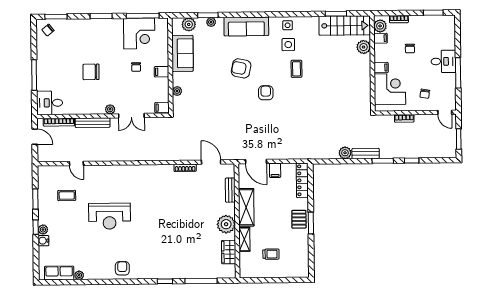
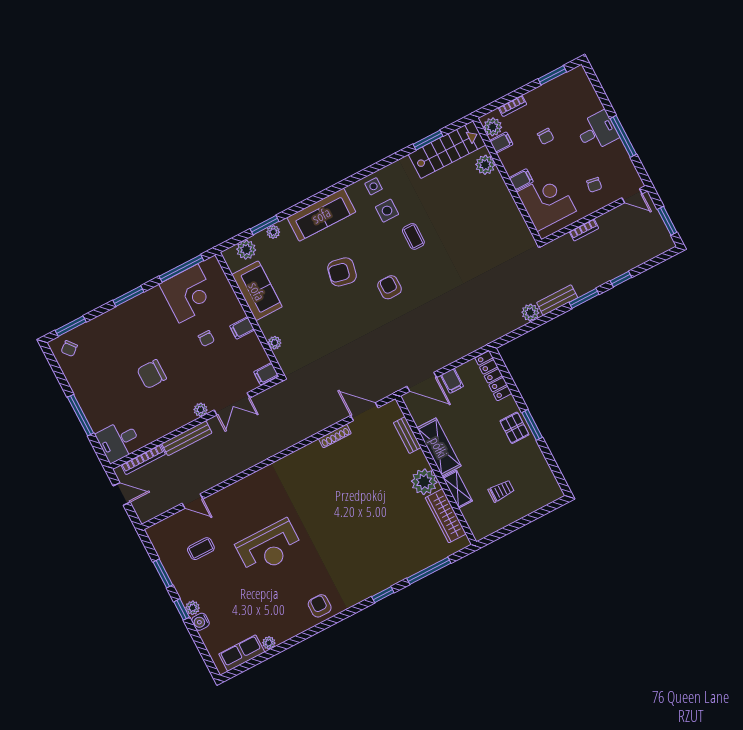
wardrobe: (229, 252) -> (446, 516), width x1.50

